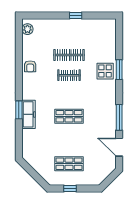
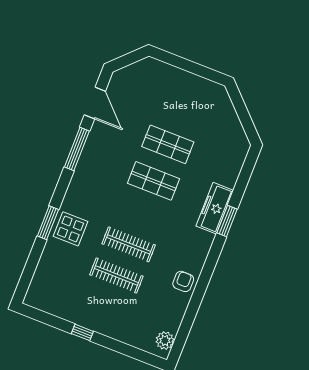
clothes rail: (69, 75) -> (129, 244), width x1.36
shop shelf: (69, 164) -> (168, 144), moved
window: (70, 189) -> (196, 69), removed

